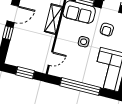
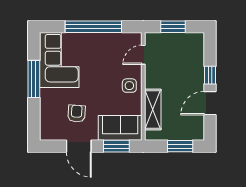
side table: (84, 42) -> (129, 86), moved

